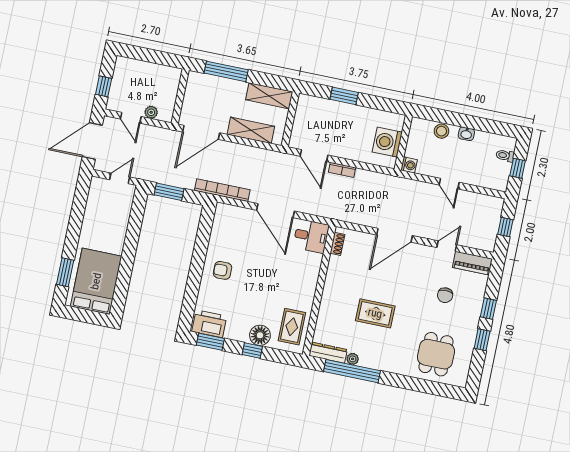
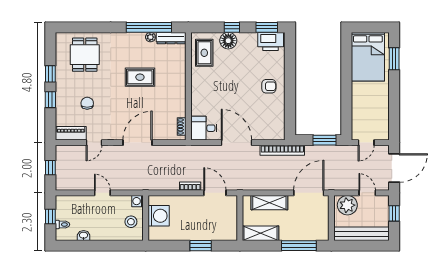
bench: (147, 70) -> (362, 234), added
plant: (151, 112) -> (347, 205), width x1.88, depth x1.88
stool: (441, 131) -> (131, 222), moved
washbasin: (466, 134) -> (84, 236), moved

